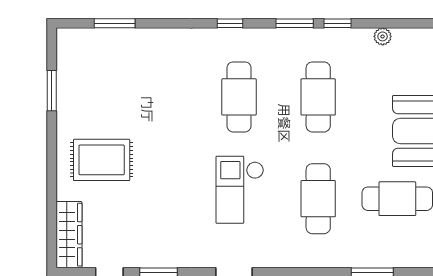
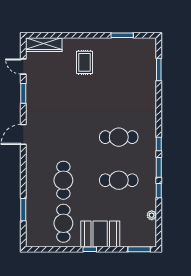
window: (230, 23) -> (159, 144), moved
rug: (102, 160) -> (84, 62), width x0.73, depth x0.70
checkout: (240, 190) -> (68, 138), removed
cafe table: (318, 199) -> (63, 180), turned 90

